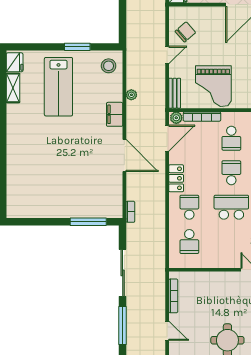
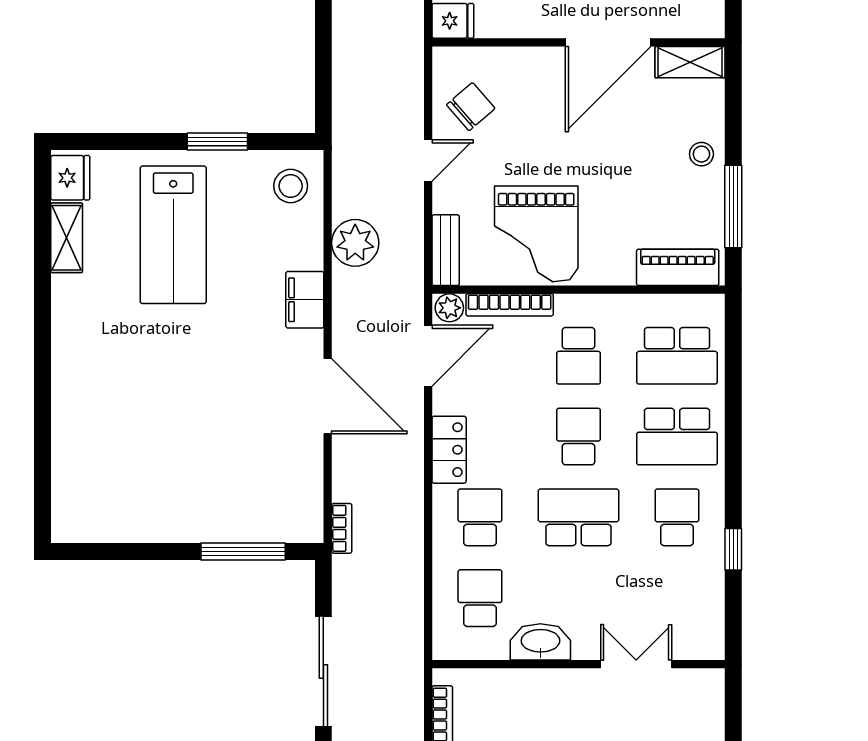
plant: (131, 95) -> (355, 243), width x1.87, depth x1.87
school desk: (189, 242) -> (480, 598), turned 180
washbasin: (215, 260) -> (540, 642), added

